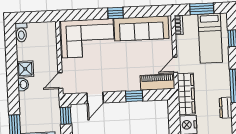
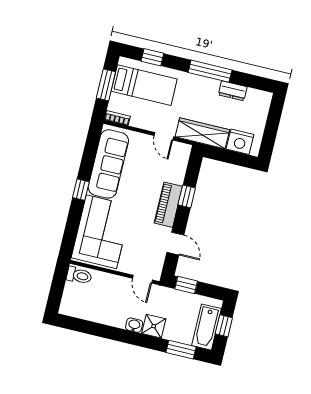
toilet: (21, 32) -> (79, 276), moved
shower: (25, 69) -> (154, 326), moved
piano: (157, 82) -> (168, 205), moved

